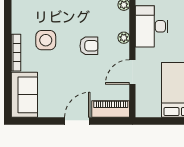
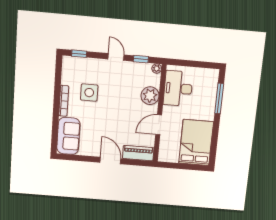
plant: (124, 38) -> (150, 96), width x1.88, depth x1.88
armchair: (89, 46) -> (125, 100), removed
door: (77, 121) -> (110, 160), hinge flipped

